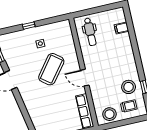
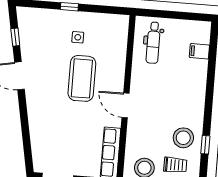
coffee table: (51, 69) -> (82, 78), turned -38

